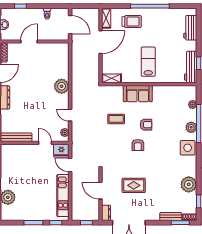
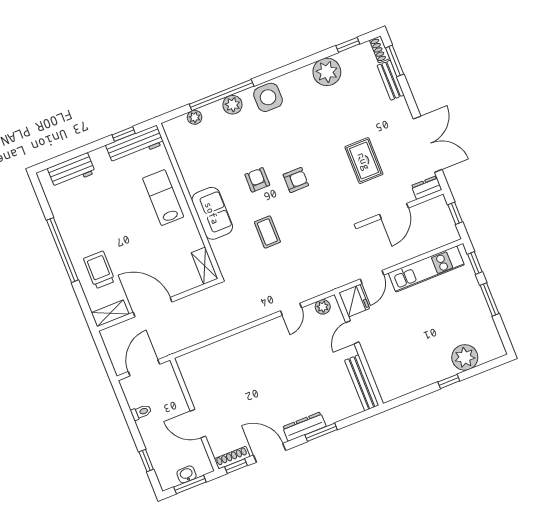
lab bench: (148, 62) -> (163, 198), moved, turned 90
plant: (62, 86) -> (250, 342), removed

